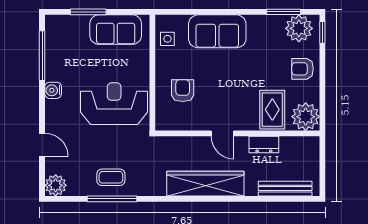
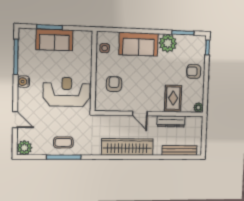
plant: (299, 28) -> (168, 43), moved
sofa: (116, 30) -> (54, 40), moved
plant: (306, 117) -> (198, 108), width x0.53, depth x0.53
dresser: (264, 145) -> (171, 121), width x1.44

